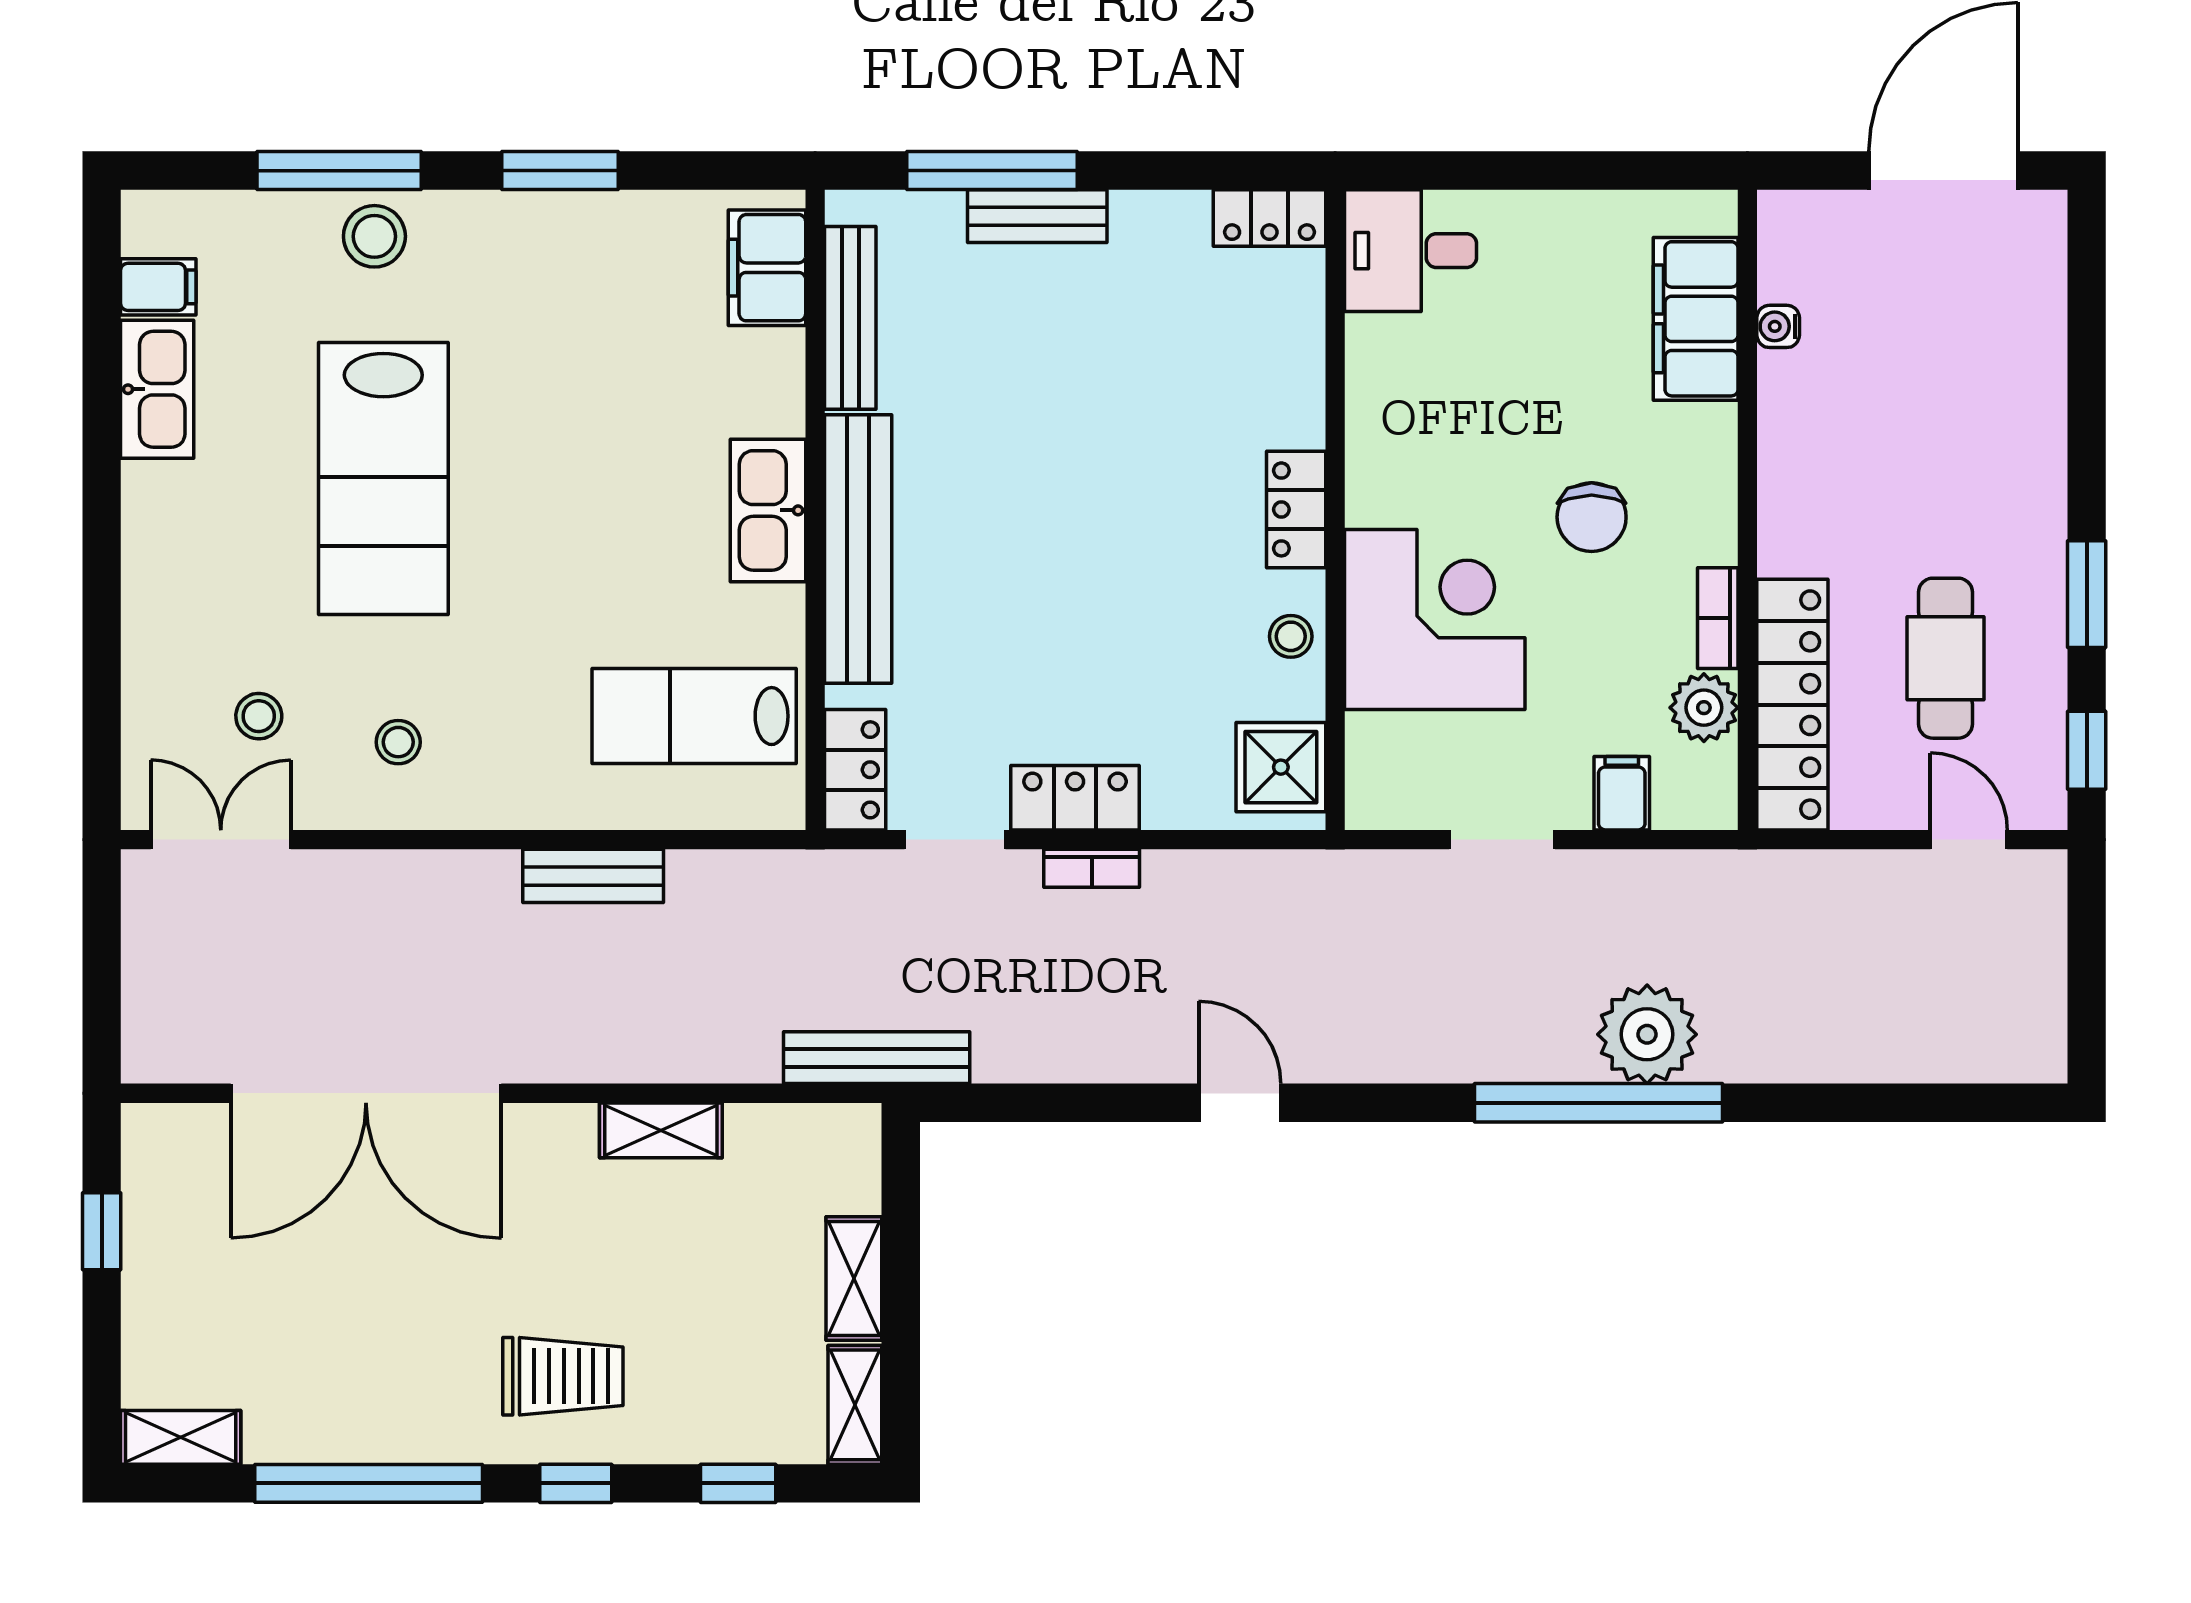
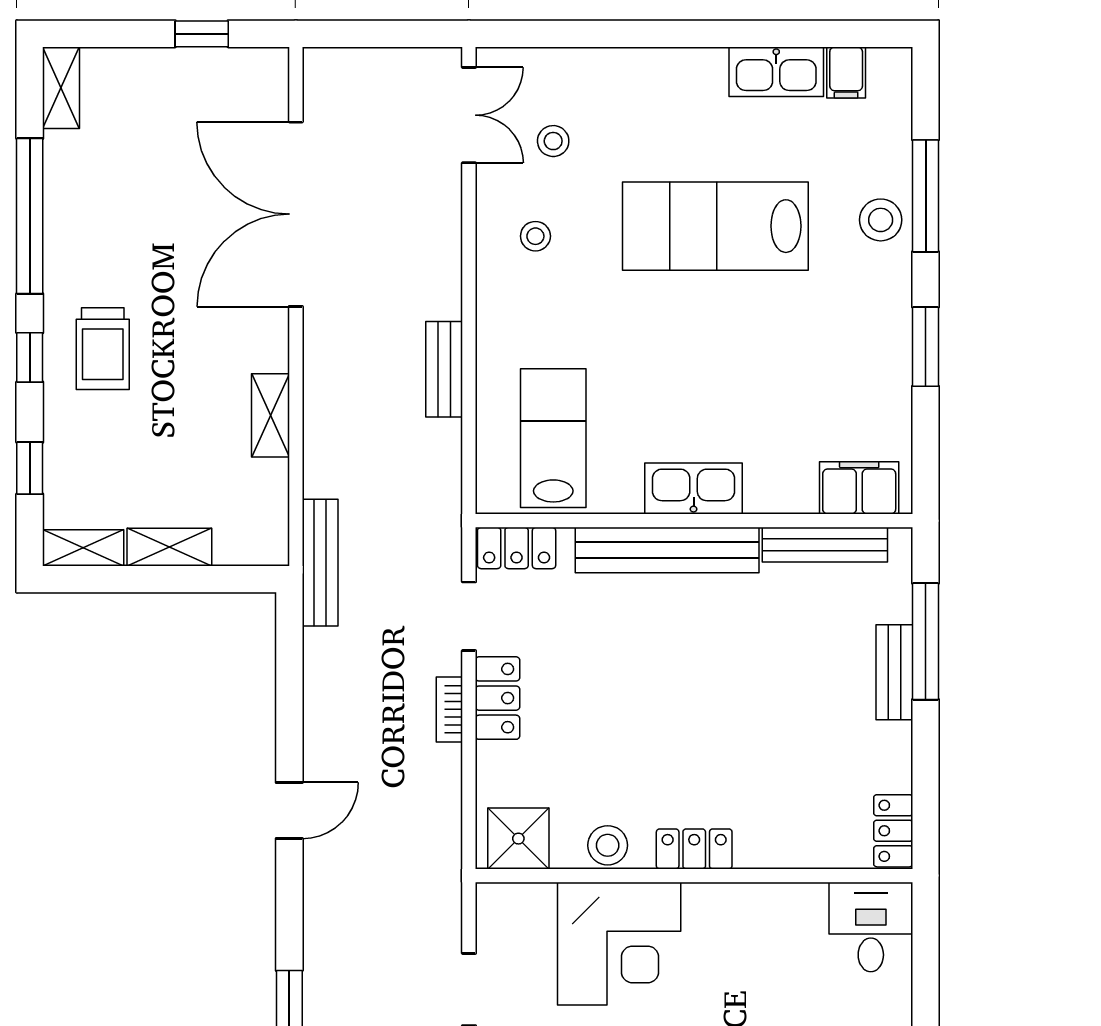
stool: (1291, 636) -> (608, 845), width x1.37, depth x1.37

